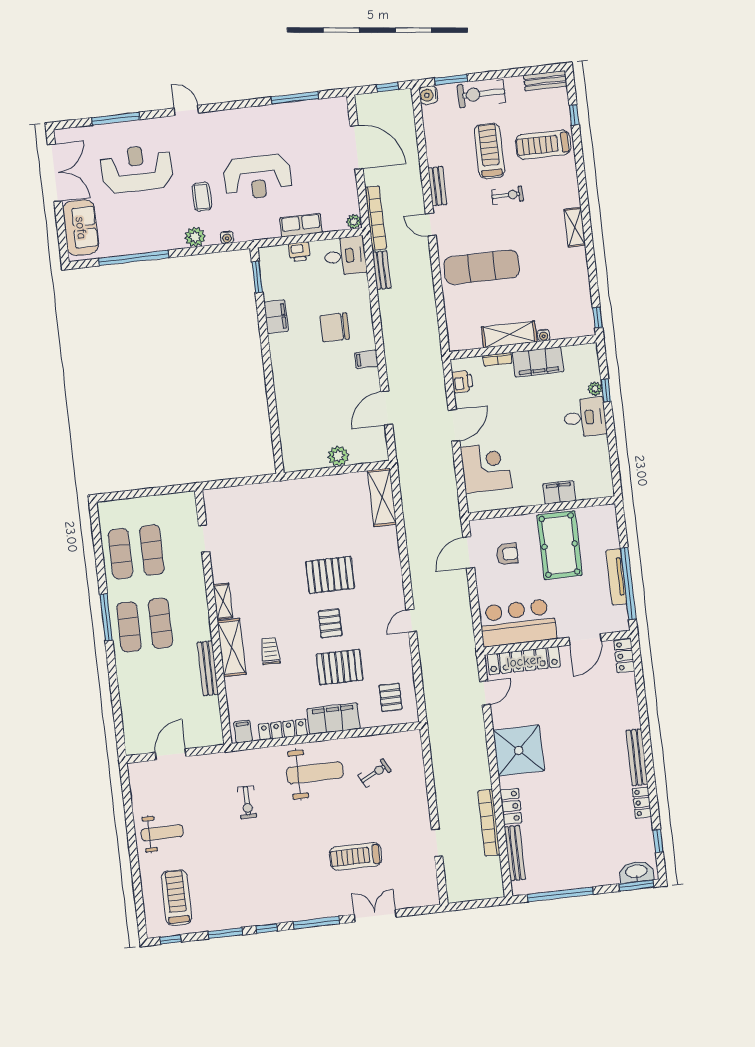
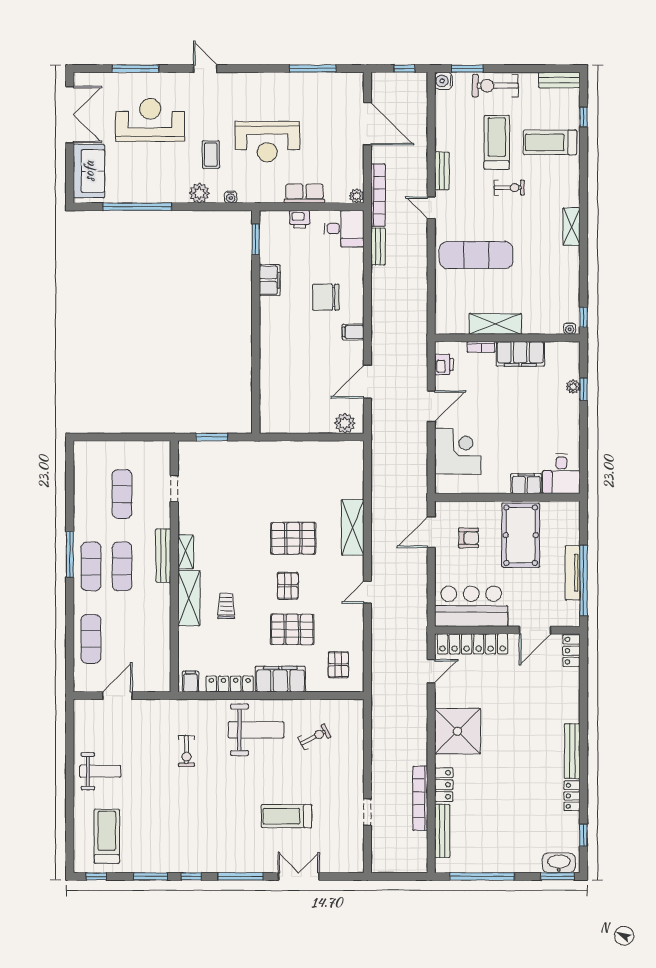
water cooler: (544, 335) -> (570, 329), moved
desk: (585, 417) -> (561, 474), moved, turned 90
plant: (338, 456) -> (345, 423), moved
window: (236, 482) -> (212, 437), added
shelving: (382, 497) -> (353, 527), moved
exercise mat: (120, 554) -> (91, 639), moved
bench: (208, 668) -> (163, 555), moved

